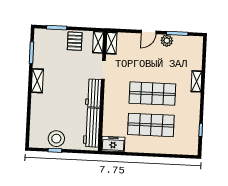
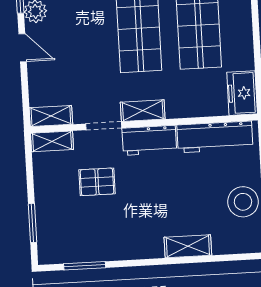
pallet: (75, 41) -> (97, 182), moved
shelving: (37, 81) -> (188, 246), moved
shelving: (109, 91) -> (143, 111), added

